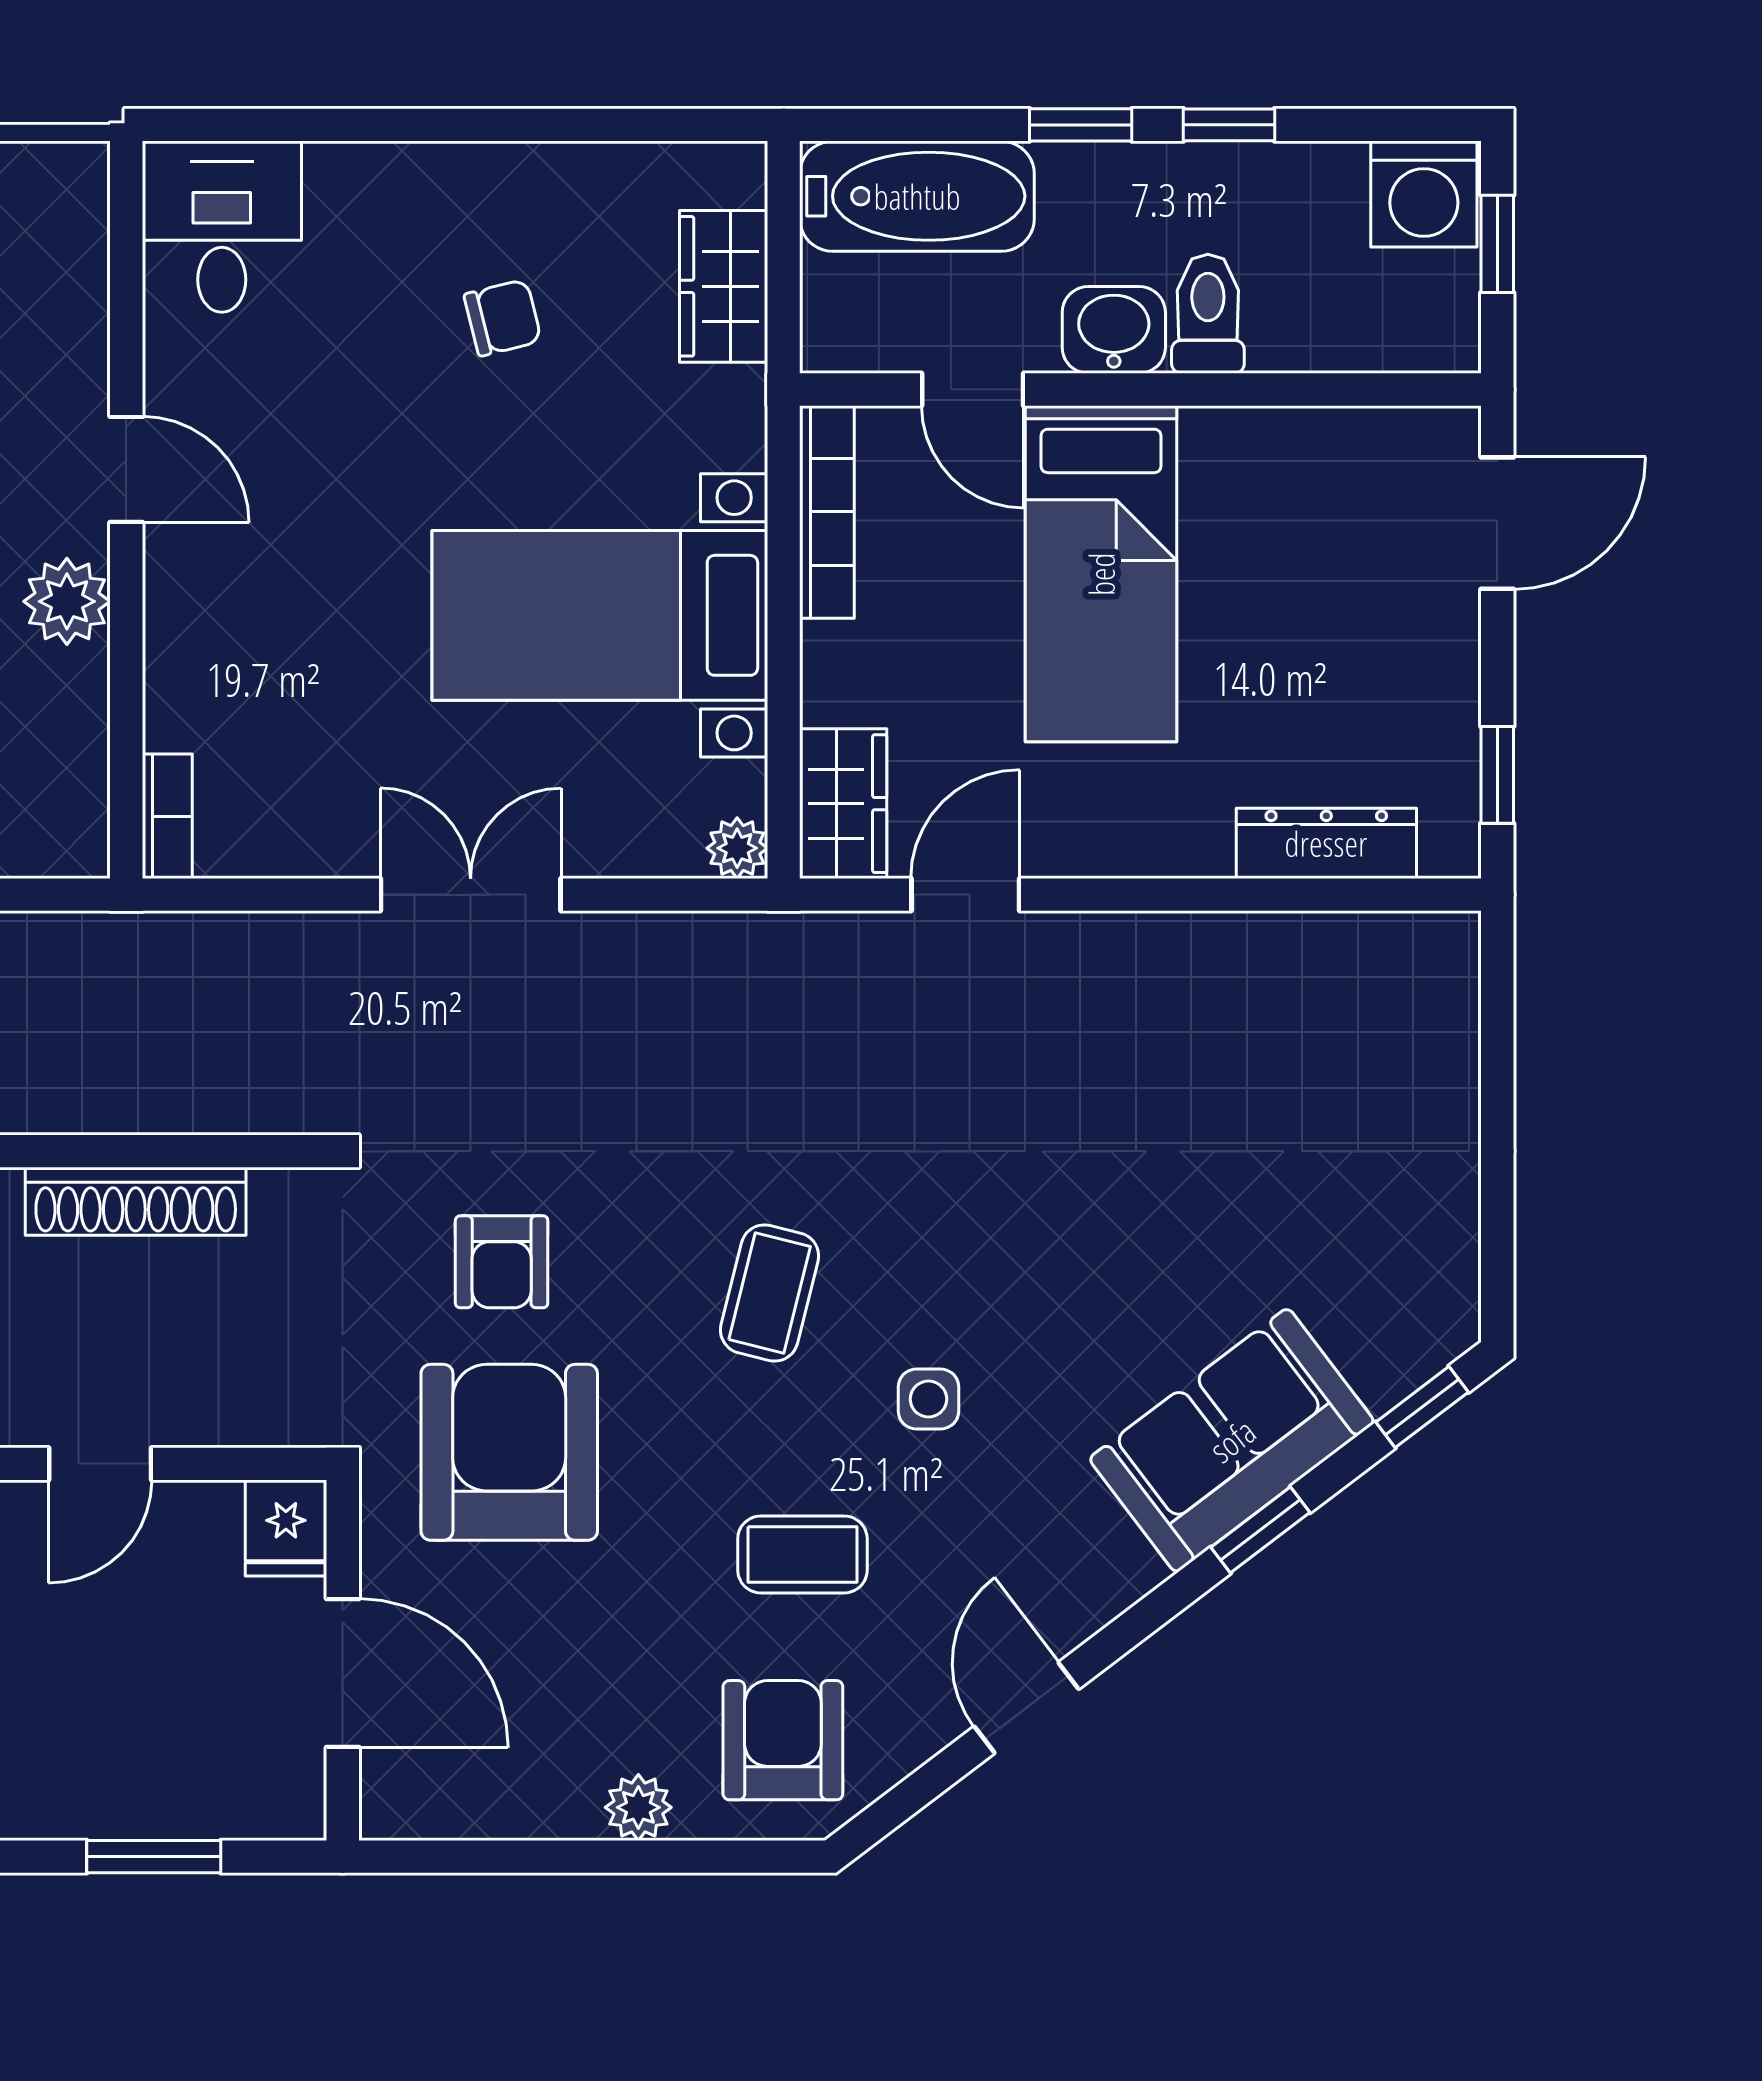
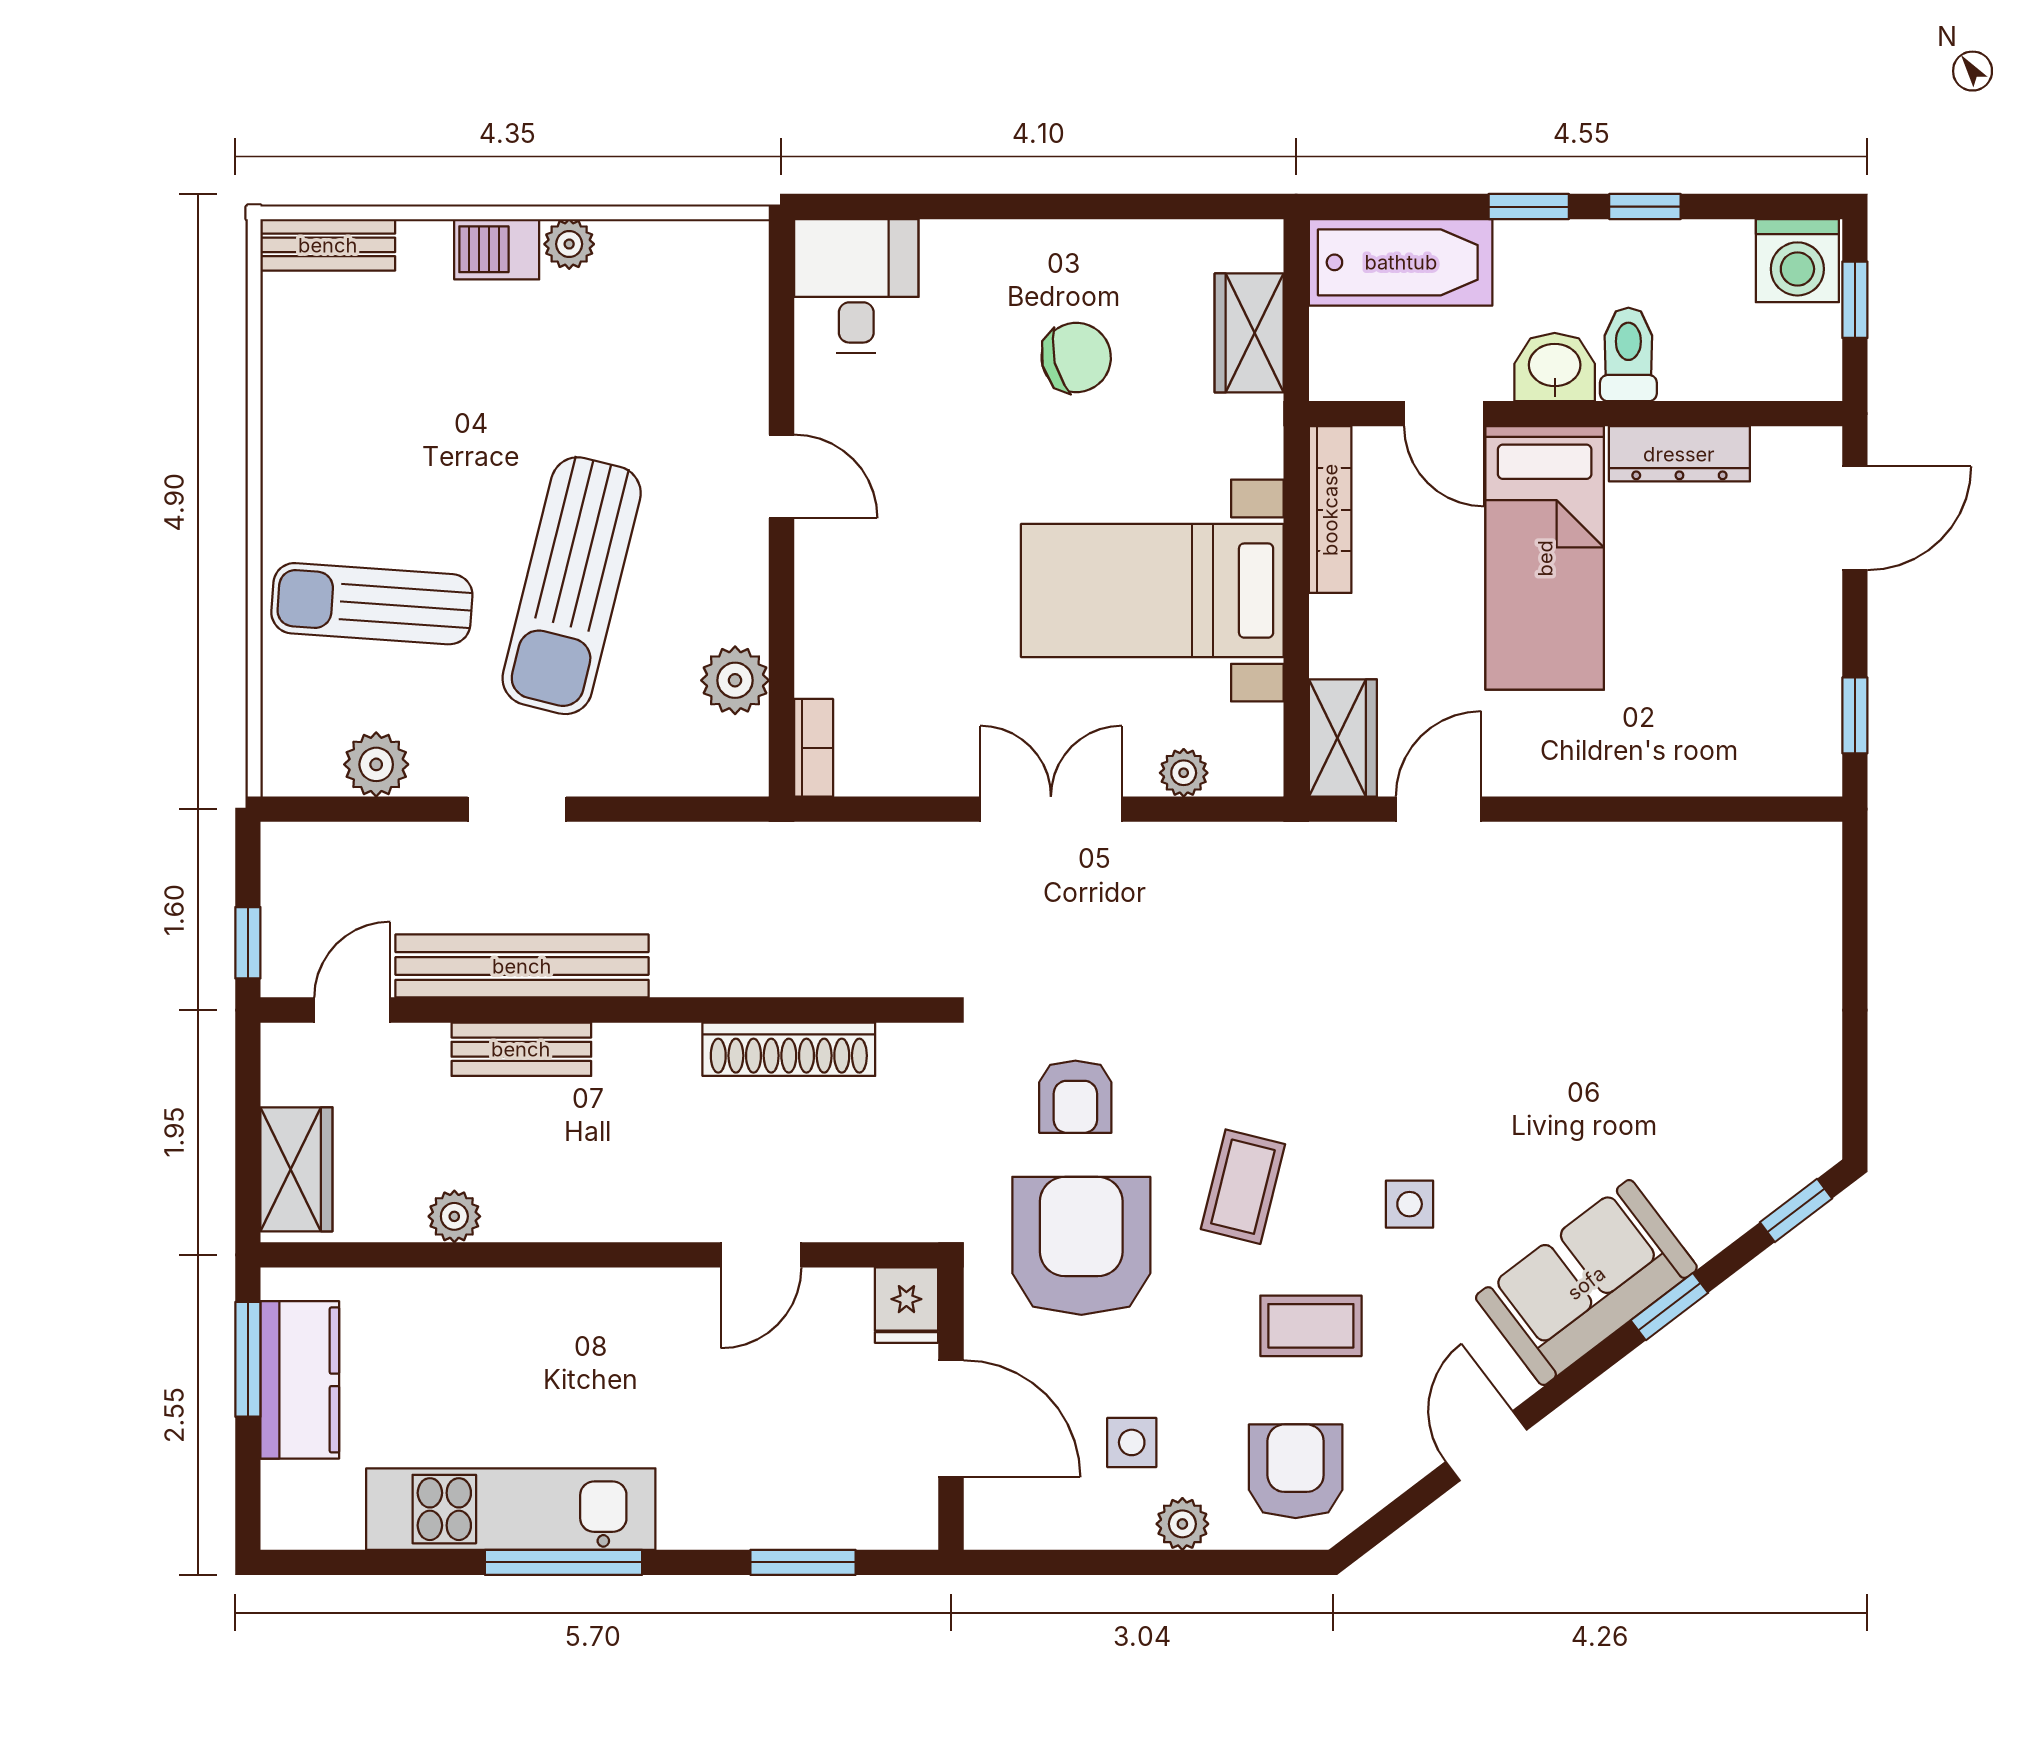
chair: (503, 318) -> (1076, 358), width x1.37, depth x1.37
plant: (67, 601) -> (735, 680), moved
dresser: (1326, 843) -> (1679, 454), moved, turned 180
plant: (737, 848) -> (1184, 773), moved
coffee table: (770, 1293) -> (1243, 1187), moved
sofa: (1232, 1440) -> (1586, 1283), moved
side table: (574, 1703) -> (1132, 1442), added

